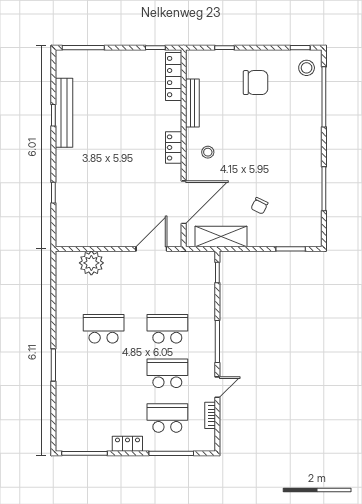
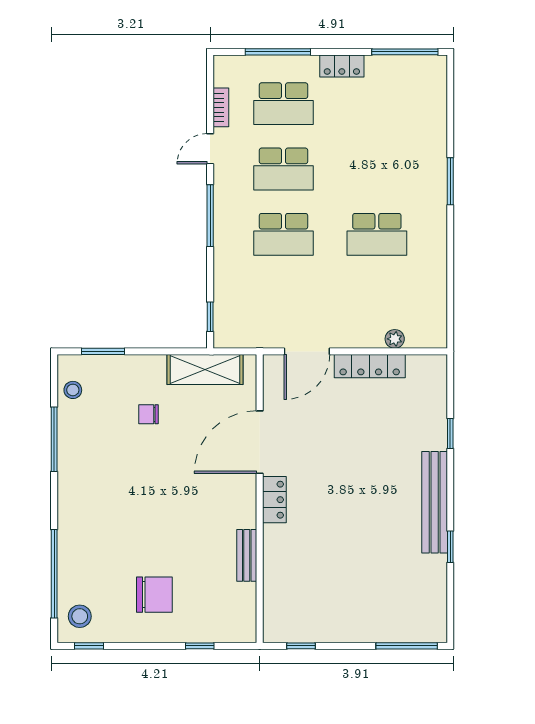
locker: (174, 77) -> (370, 366), moved, turned 90
chair: (255, 83) -> (154, 595), turned 180
bench: (192, 103) -> (247, 555), width x0.73
bench: (64, 113) -> (435, 502), moved
stool: (208, 152) -> (73, 390), moved
door: (184, 202) -> (260, 442), moved
chair: (259, 206) -> (149, 414), turned -116
plant: (91, 263) -> (395, 339), width x0.53, depth x0.53

